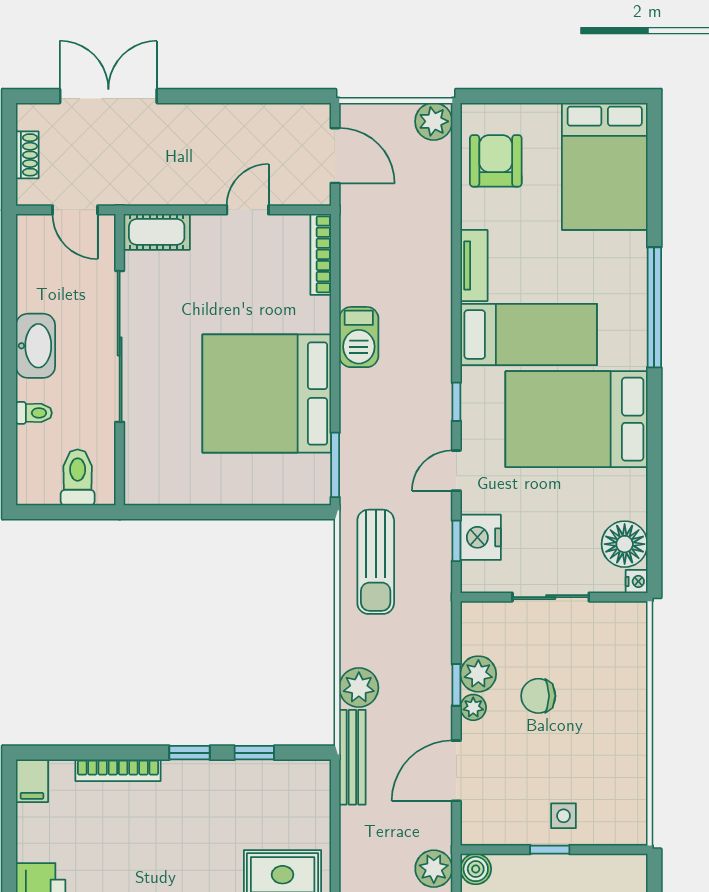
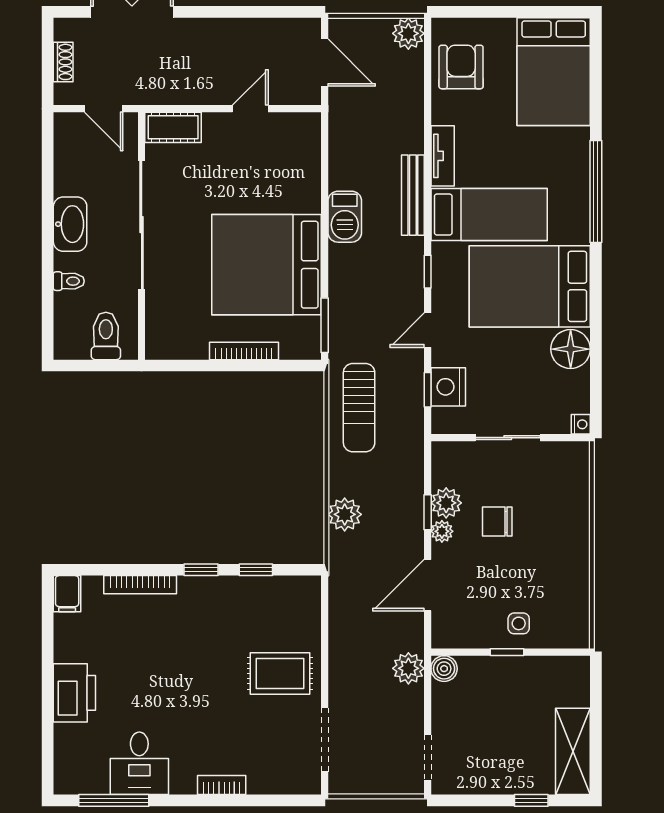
bookcase: (321, 254) -> (244, 351), moved, turned 90
floor lamp: (625, 544) -> (571, 349), moved
bench: (352, 757) -> (413, 195), moved

